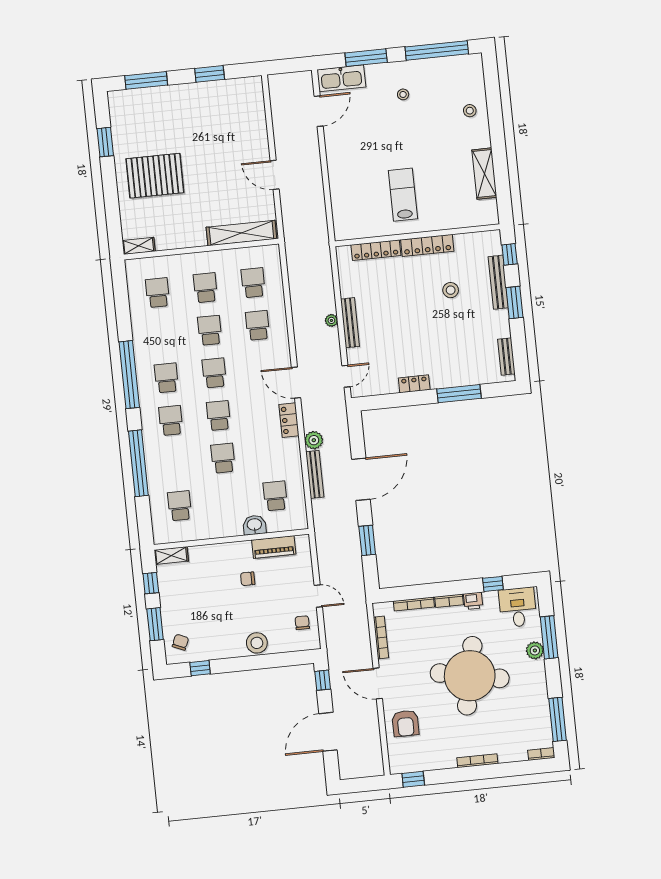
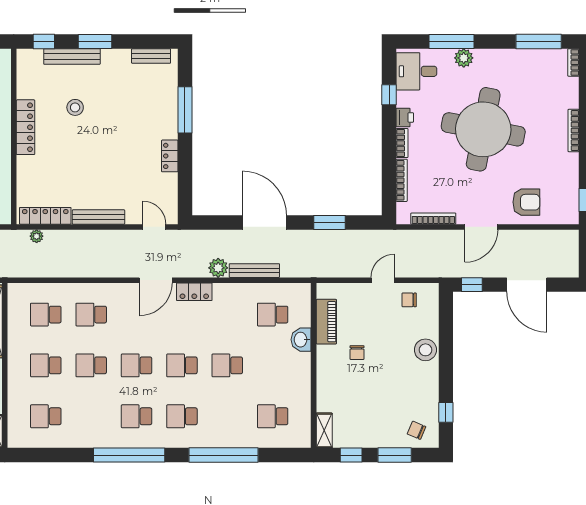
locker: (376, 250) -> (45, 216), moved, turned -90
plant: (331, 320) -> (37, 236), moved

